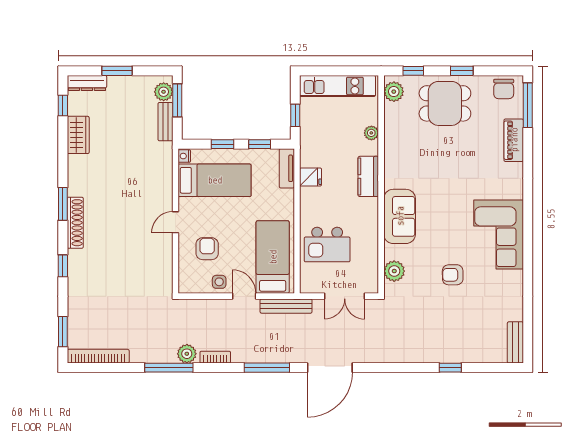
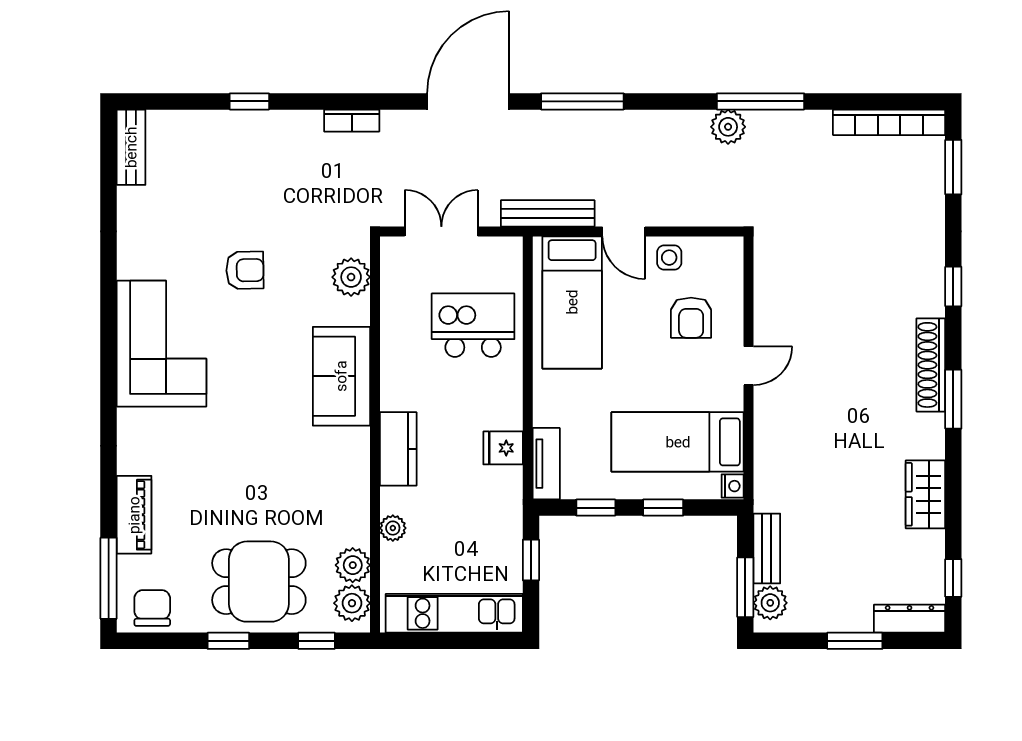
plant: (393, 113) -> (353, 565), added
wardrobe: (78, 135) -> (925, 494), moved
bookcase: (215, 357) -> (352, 121), moved

